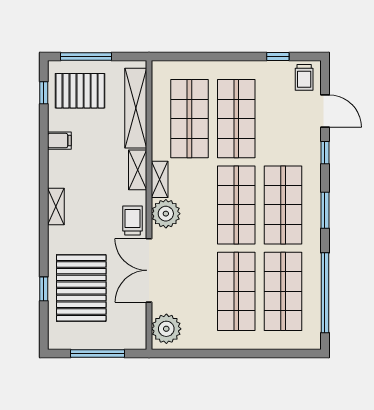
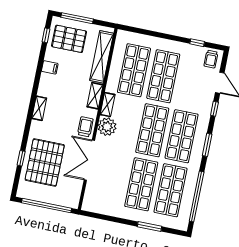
plant: (166, 329) -> (93, 199), removed
window: (97, 353) -> (46, 206), width x1.46
window: (262, 353) -> (150, 226), added

